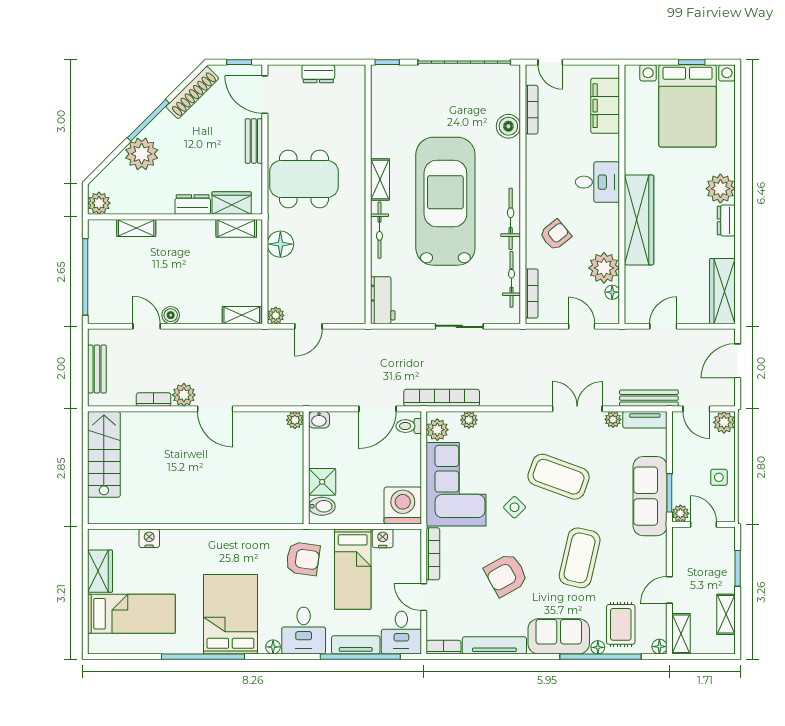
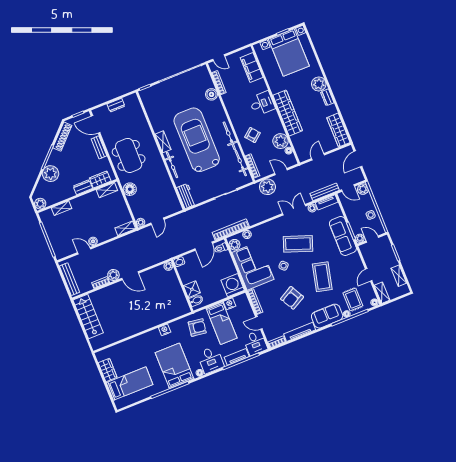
dining table: (304, 179) -> (129, 155), turned 90
plant: (544, 345) -> (267, 187), added
bench: (97, 369) -> (69, 279), width x1.36
nightstand: (149, 538) -> (165, 330), moved

